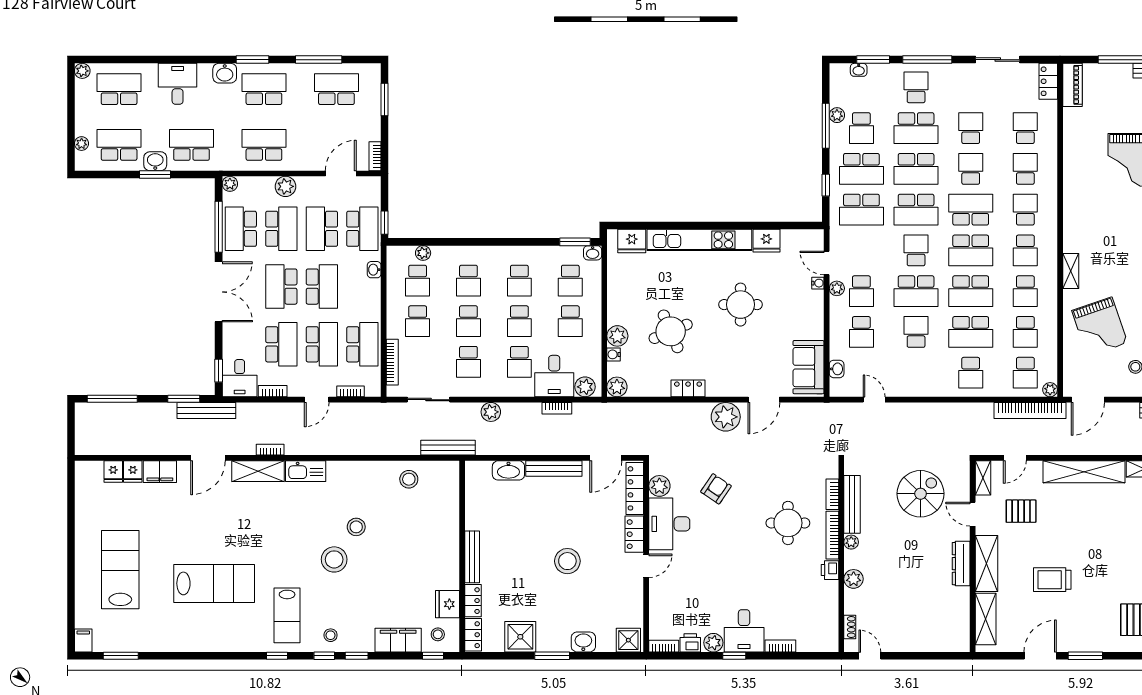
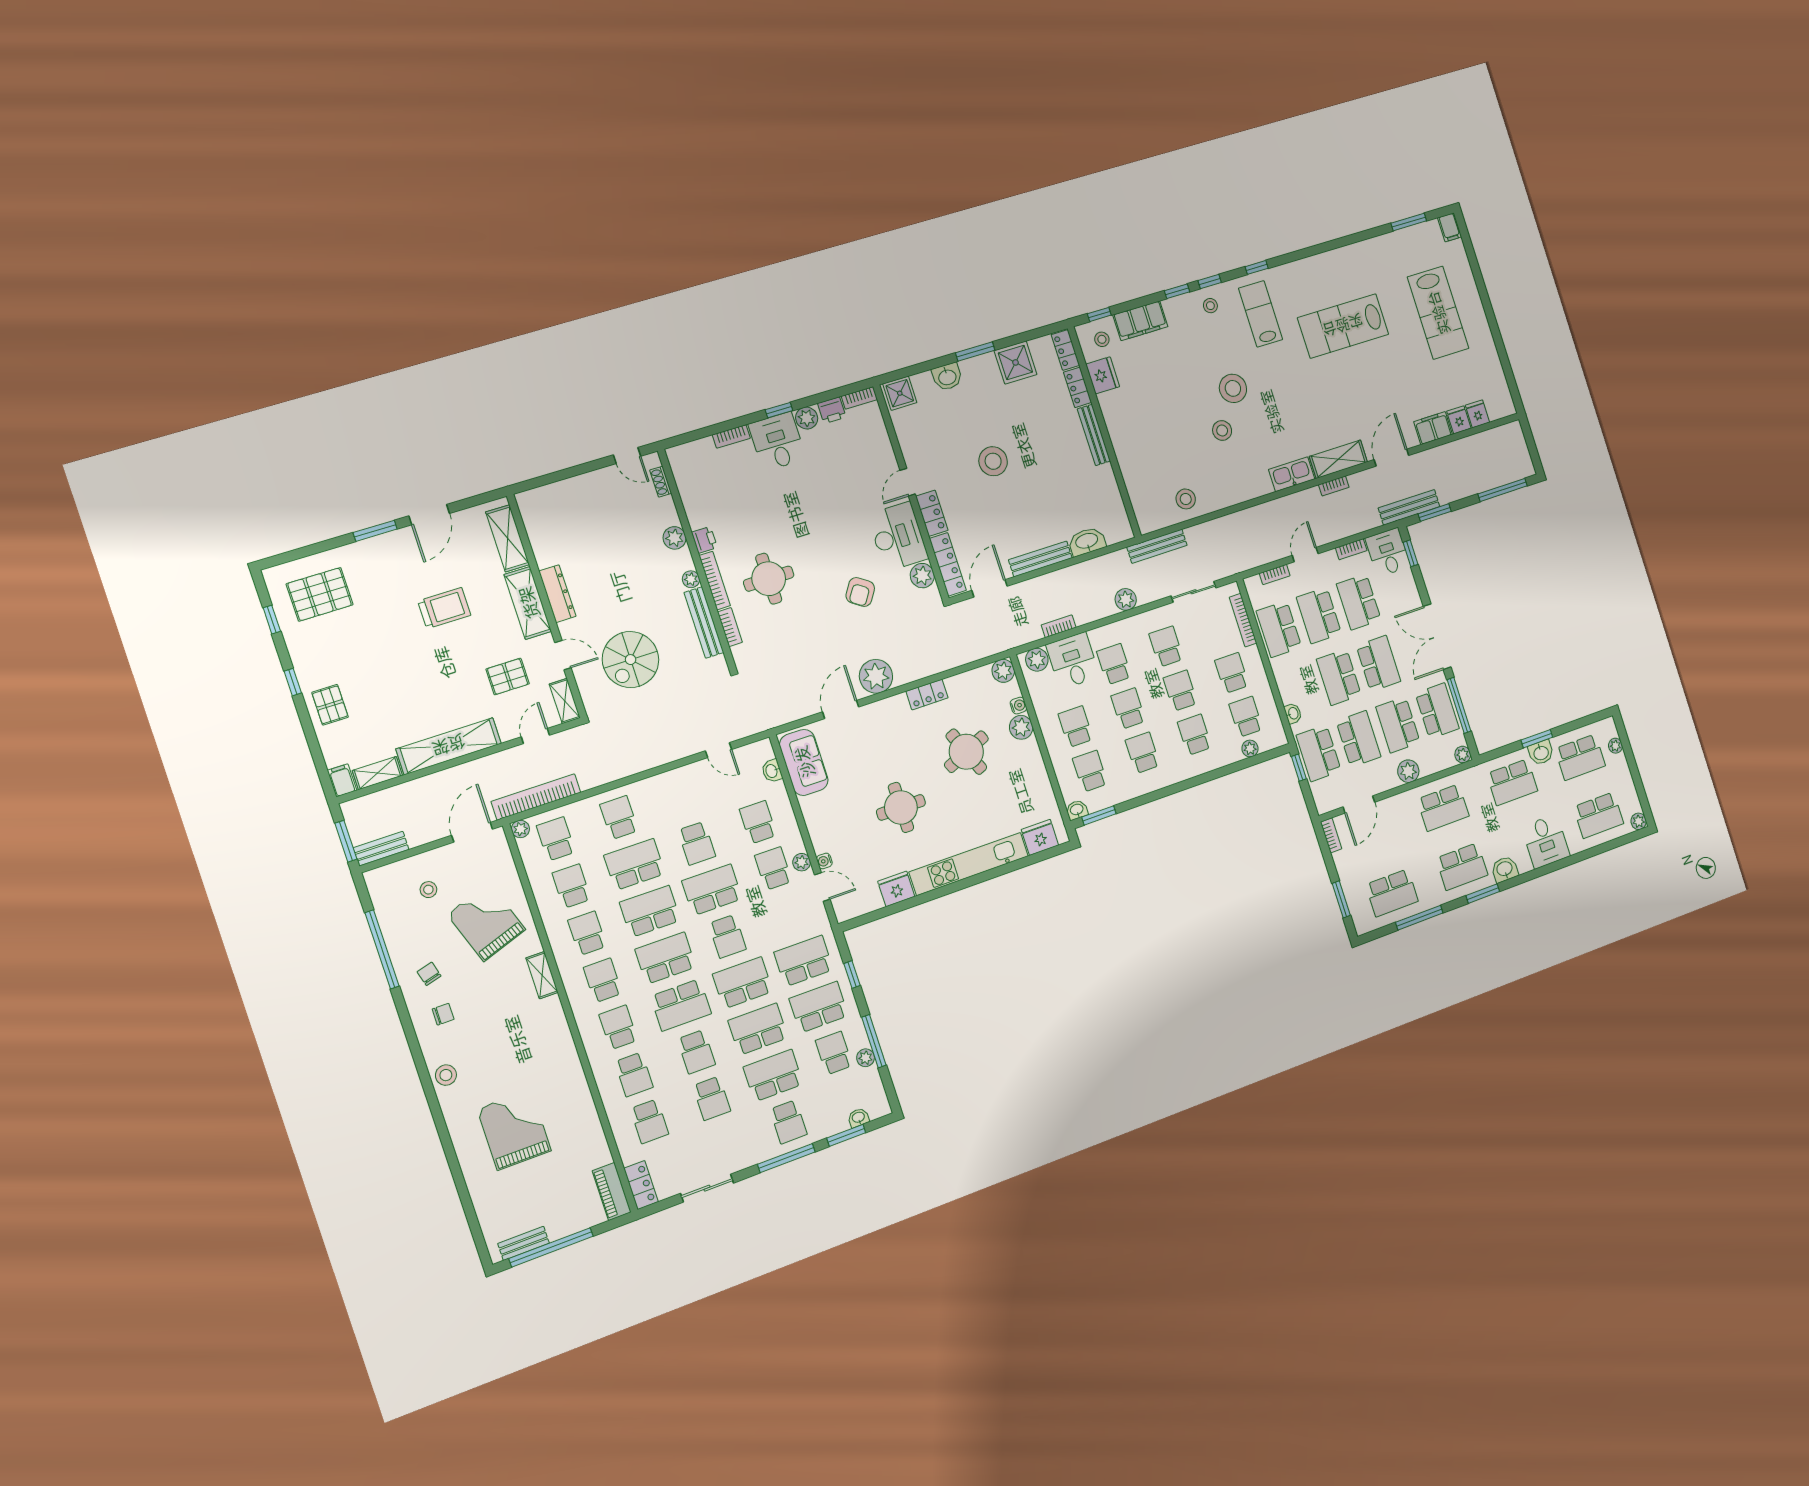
school desk: (1025, 210) -> (618, 1027), turned 180

